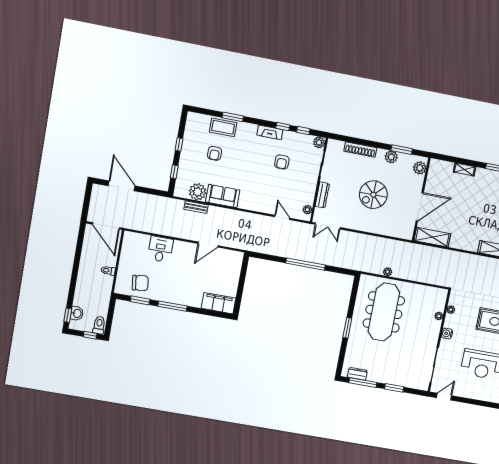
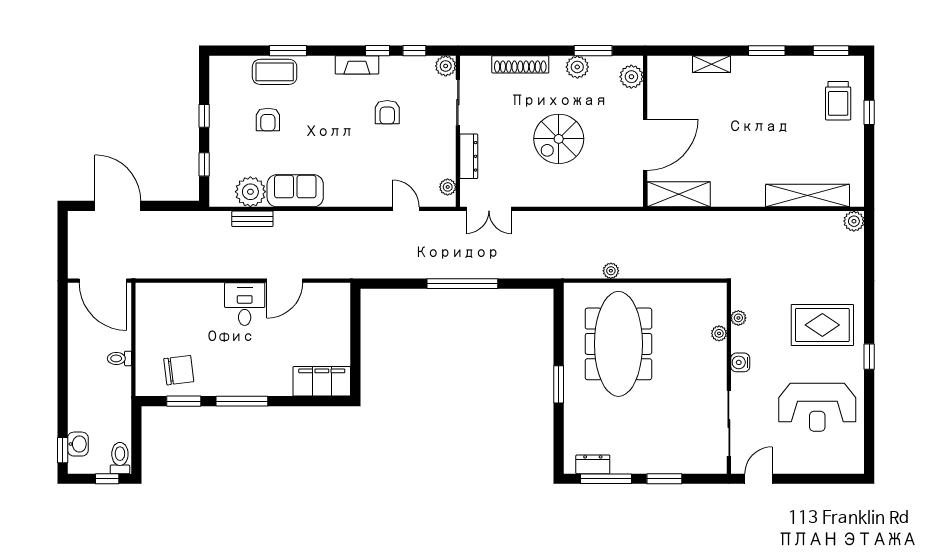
desk: (160, 249) -> (245, 304), moved

